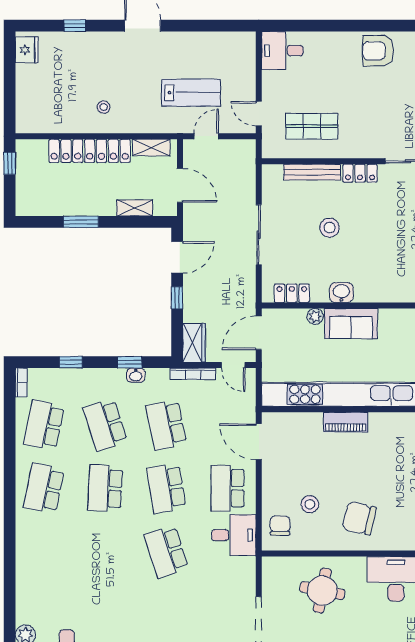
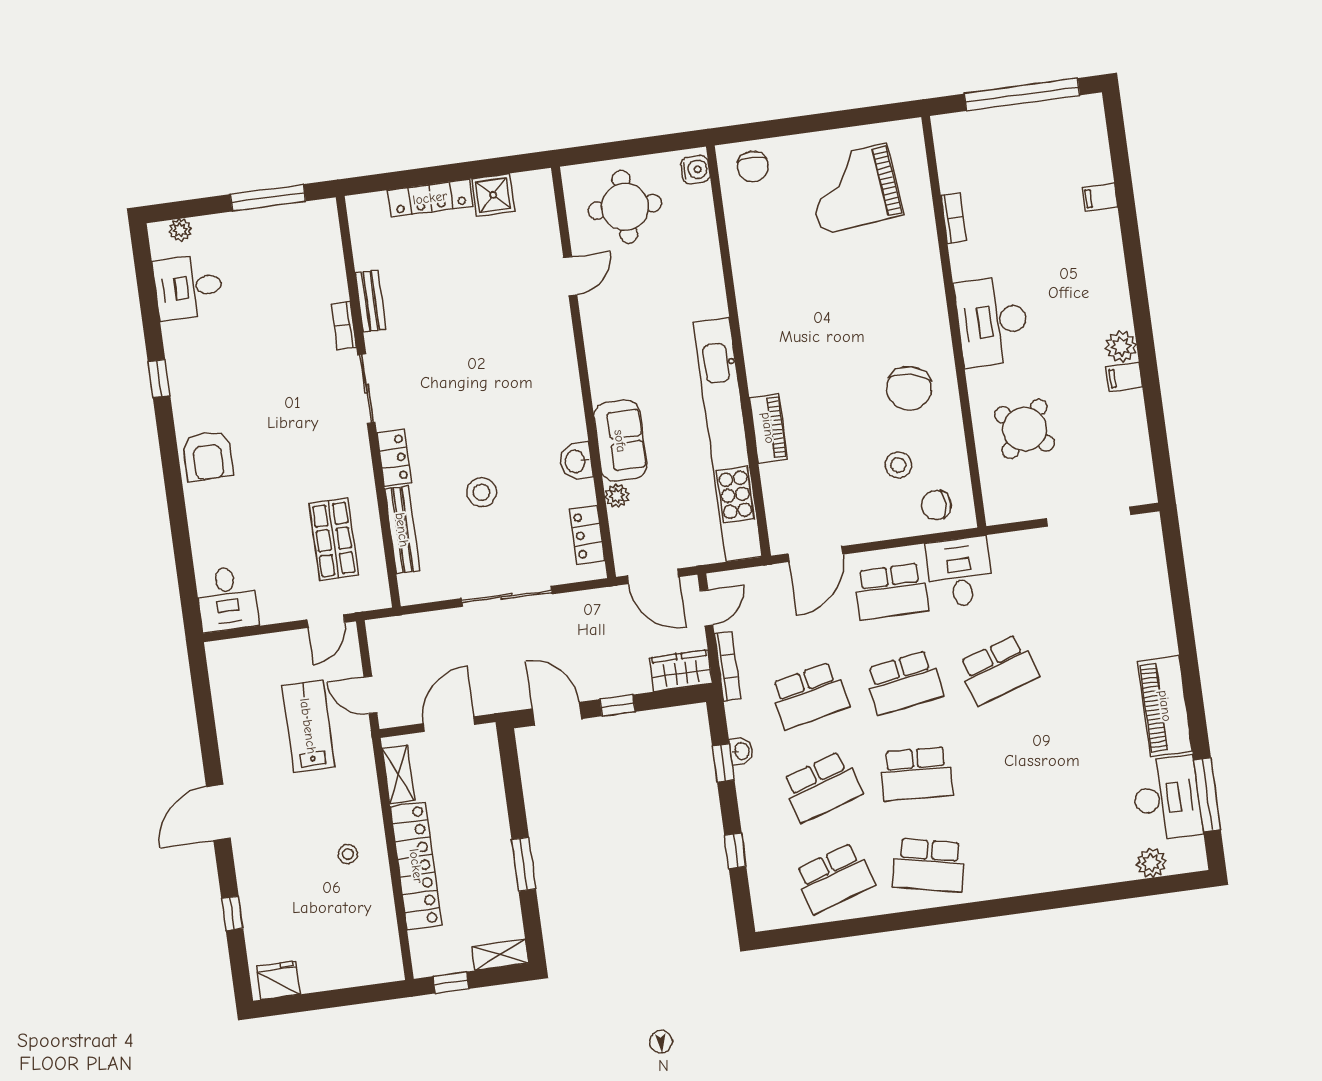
shelving: (135, 208) -> (500, 955), moved, turned 90
bookcase: (21, 382) -> (776, 921), removed
school desk: (44, 425) -> (834, 878), turned -30
round table: (322, 591) -> (1025, 429), turned 30

